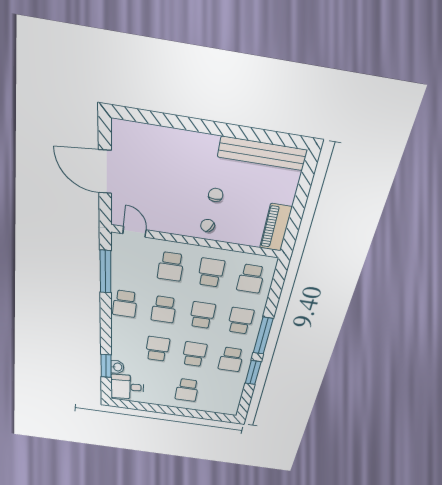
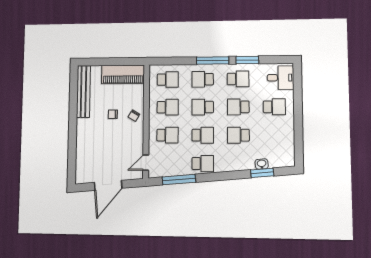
piano: (276, 227) -> (123, 74), width x1.37, depth x1.33
school desk: (211, 273) -> (168, 107), turned 180
desk: (127, 387) -> (280, 78), moved, turned -85

